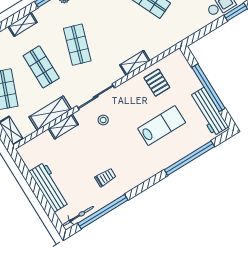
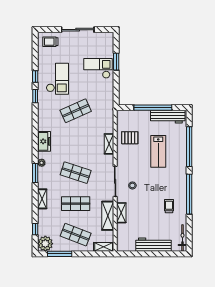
lab bench: (162, 125) -> (158, 151), turned 180
window: (103, 212) -> (189, 194), moved

